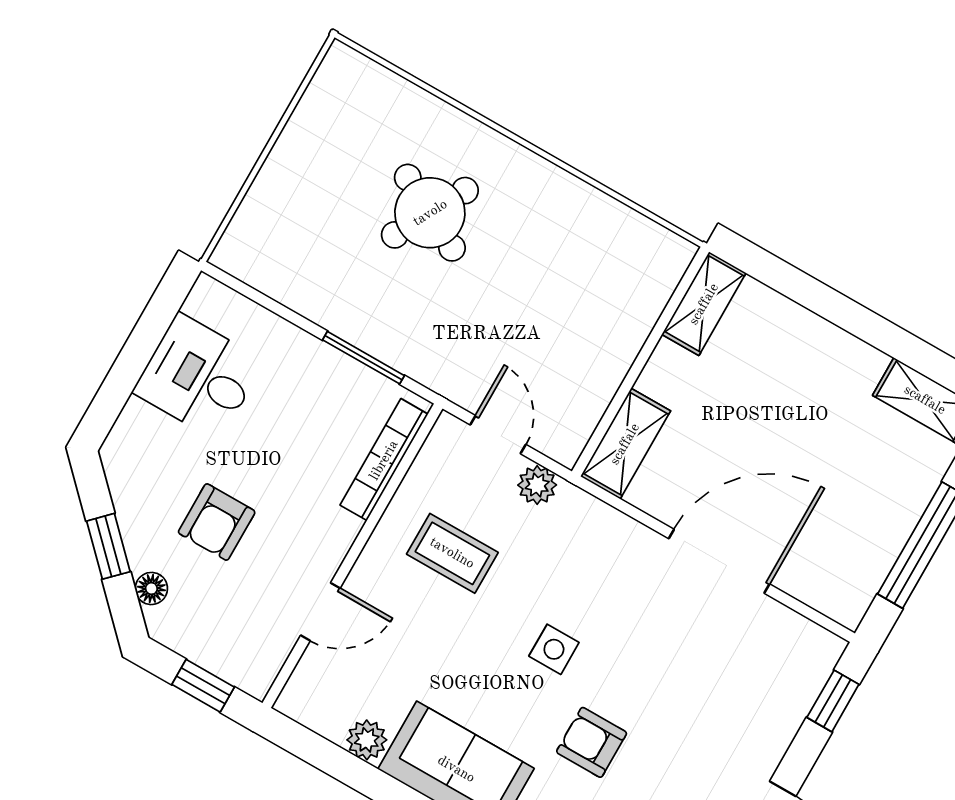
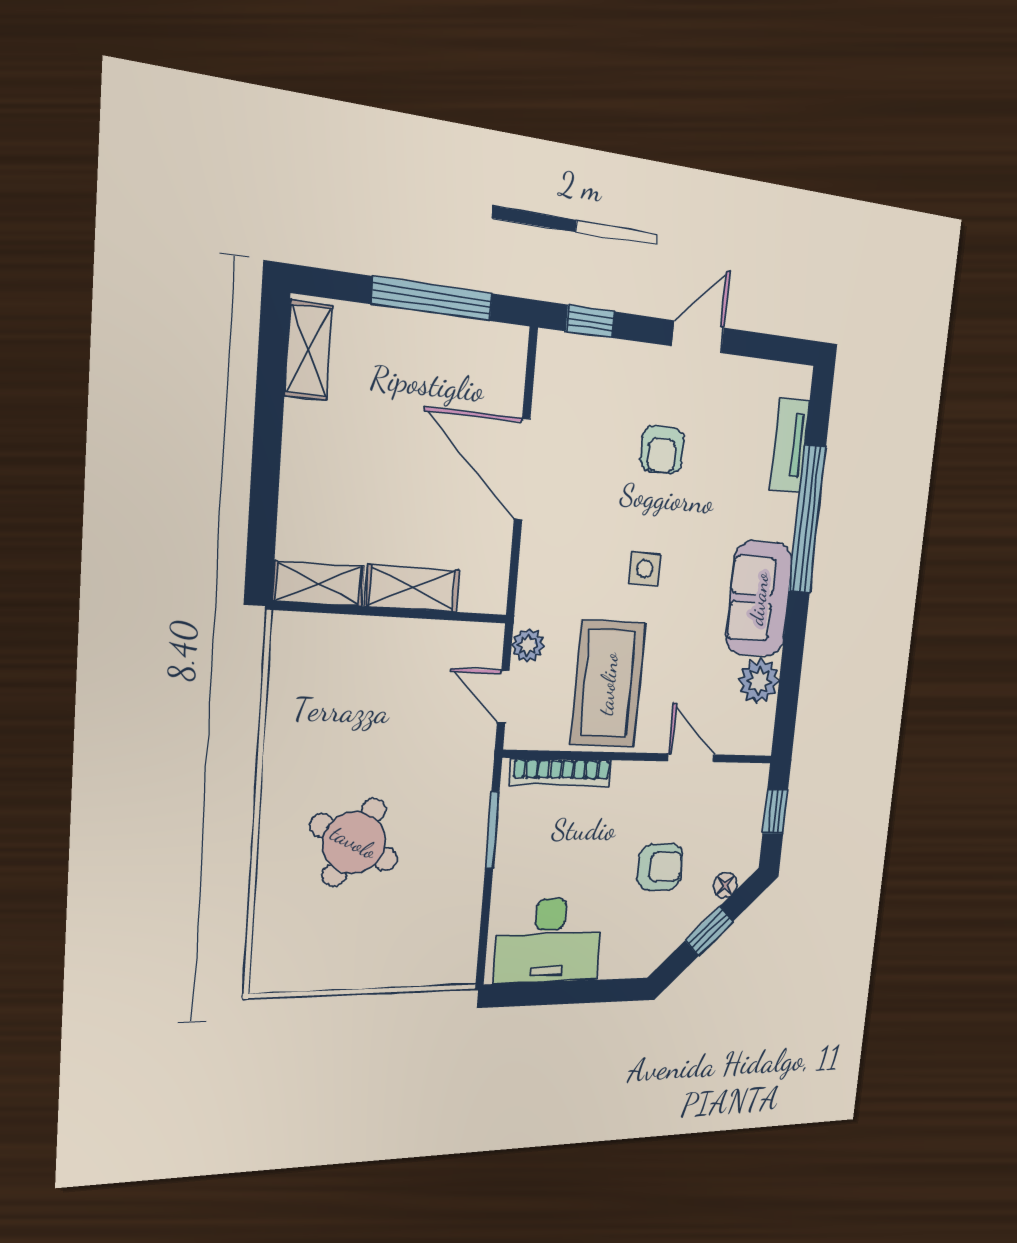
desk: (199, 377) -> (549, 940), width x1.37
door: (498, 435) -> (503, 696), hinge flipped
shelving: (625, 444) -> (412, 588), moved
coffee table: (452, 553) -> (608, 684), width x1.86, depth x1.72
plant: (367, 740) -> (759, 681), width x1.38, depth x1.38
armchair: (592, 742) -> (662, 450), moved

